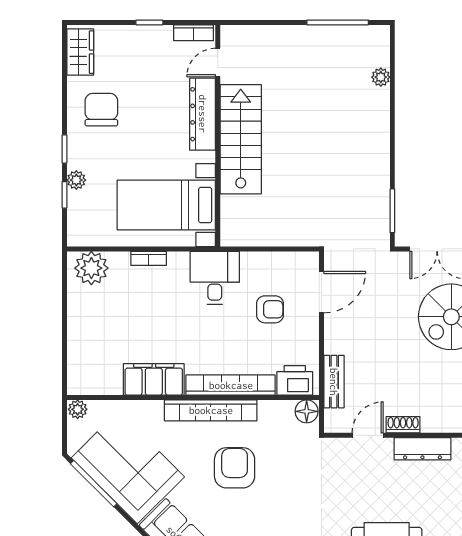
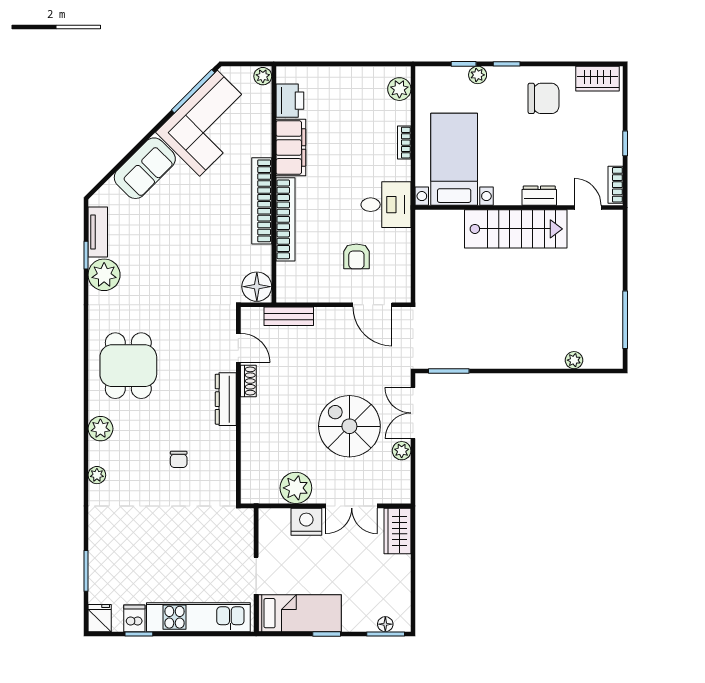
dresser: (203, 114) -> (539, 196), width x0.51, depth x0.80
plant: (91, 268) -> (399, 89), width x0.73, depth x0.73
printer: (295, 380) -> (290, 101), moved
floor lamp: (307, 411) -> (257, 287), width x1.38, depth x1.38
armchair: (235, 468) -> (208, 223), removed

